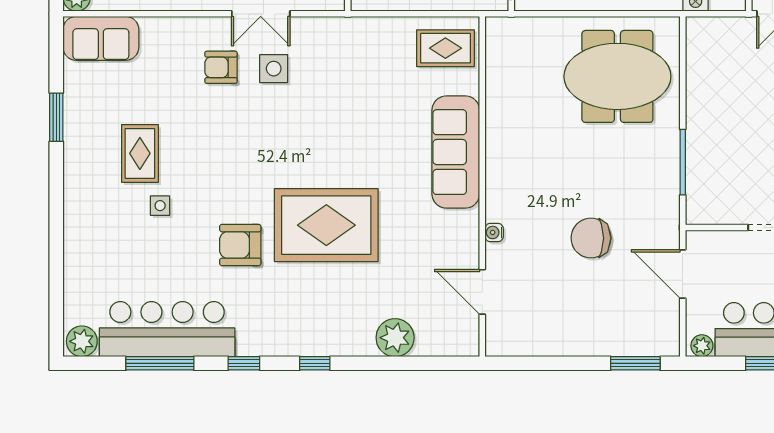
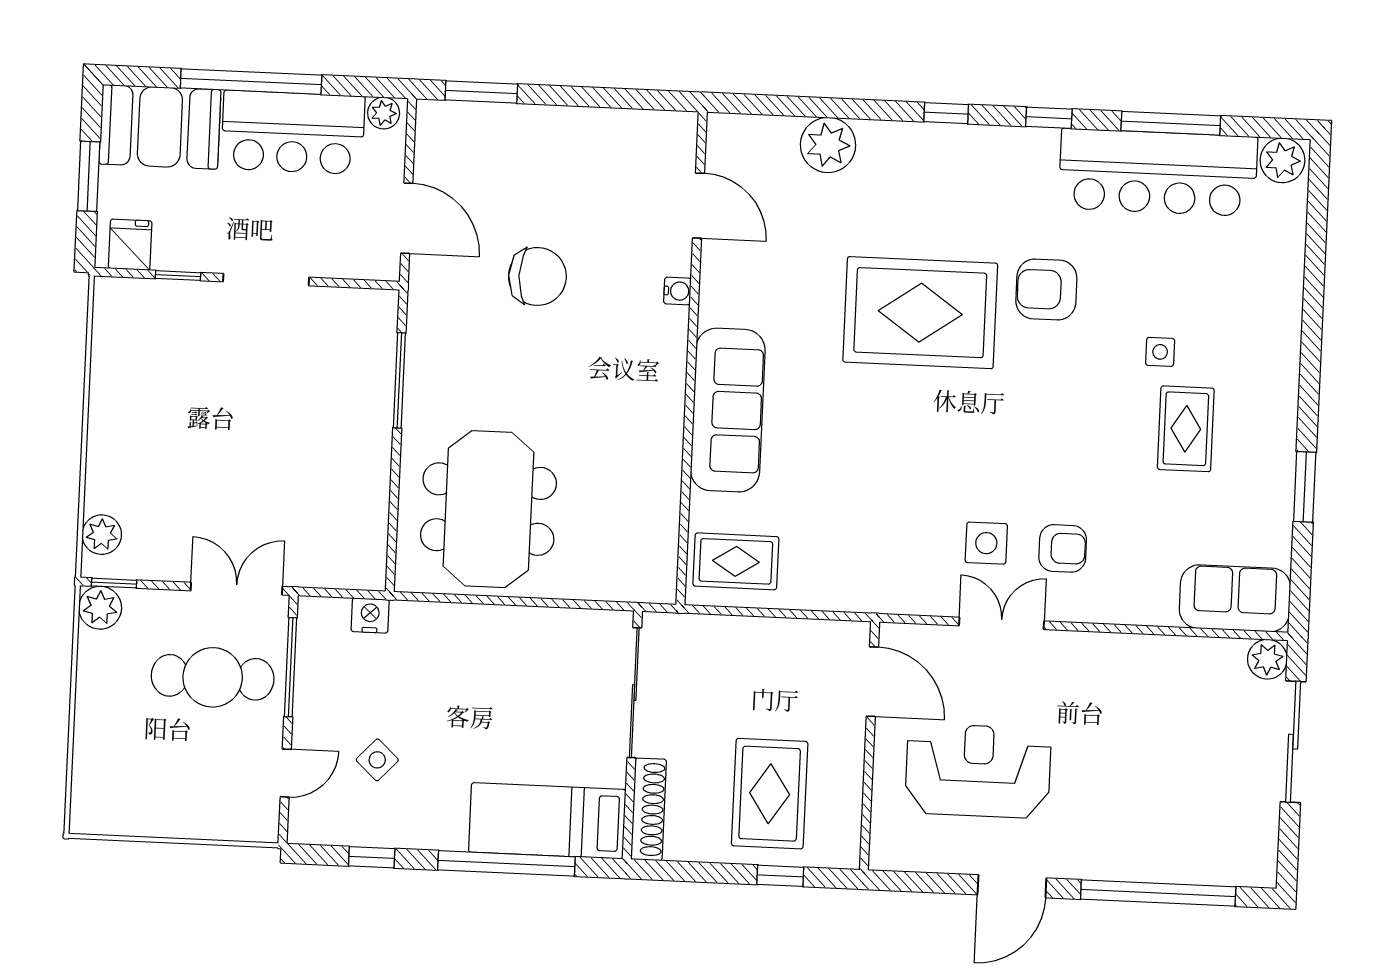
meeting table: (617, 76) -> (488, 509), turned 90
armchair: (240, 245) -> (1046, 289), turned 180

